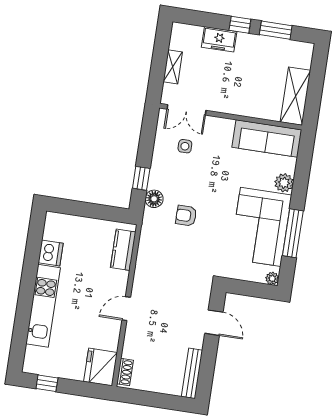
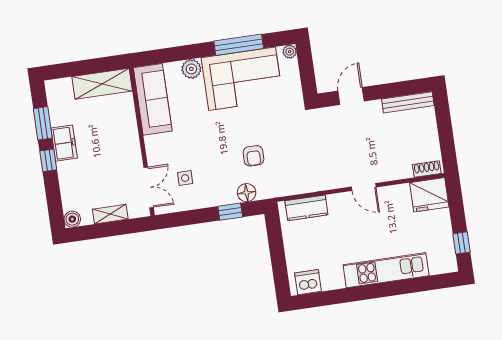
boiler: (179, 30) -> (72, 219), added
freezer: (219, 39) -> (64, 143), moved
dishwasher: (51, 253) -> (308, 282), moved

